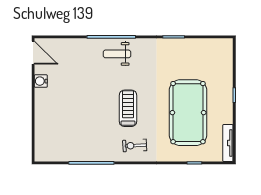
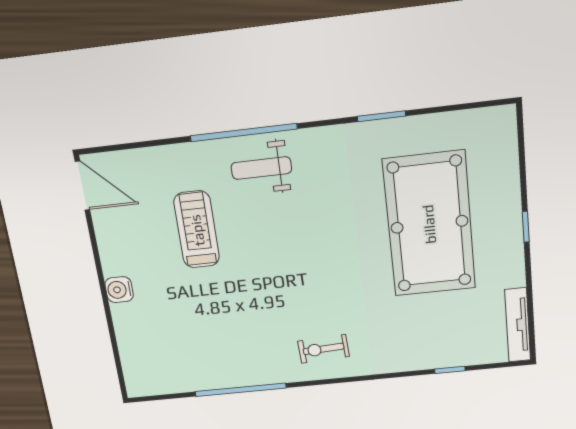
water cooler: (41, 81) -> (119, 290), moved
treadmill: (128, 108) -> (197, 230), moved
pool table: (188, 113) -> (429, 224), moved

